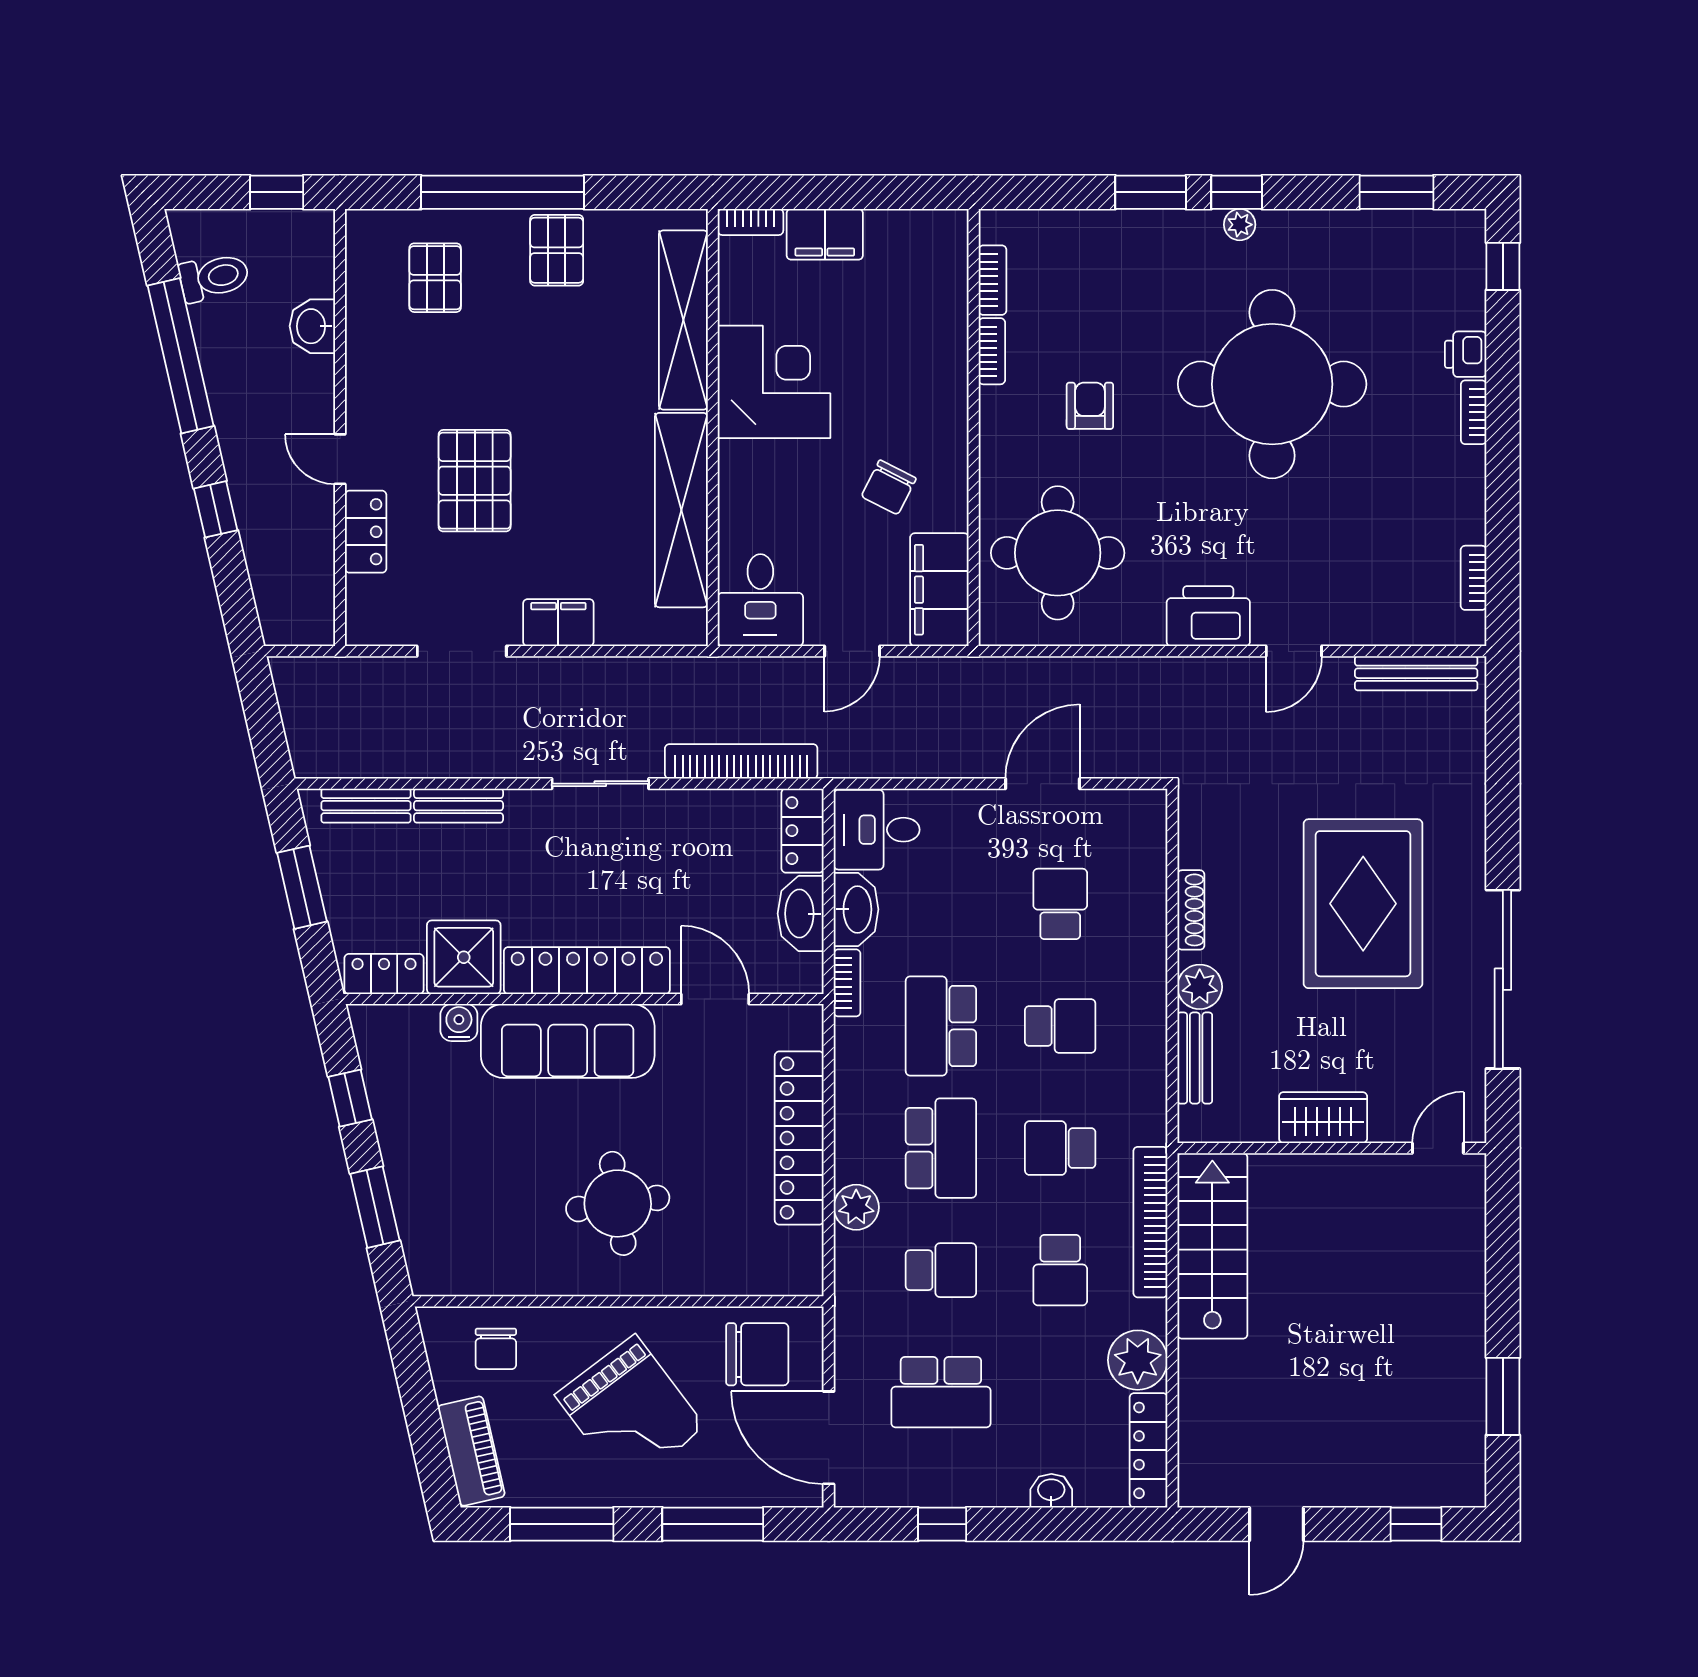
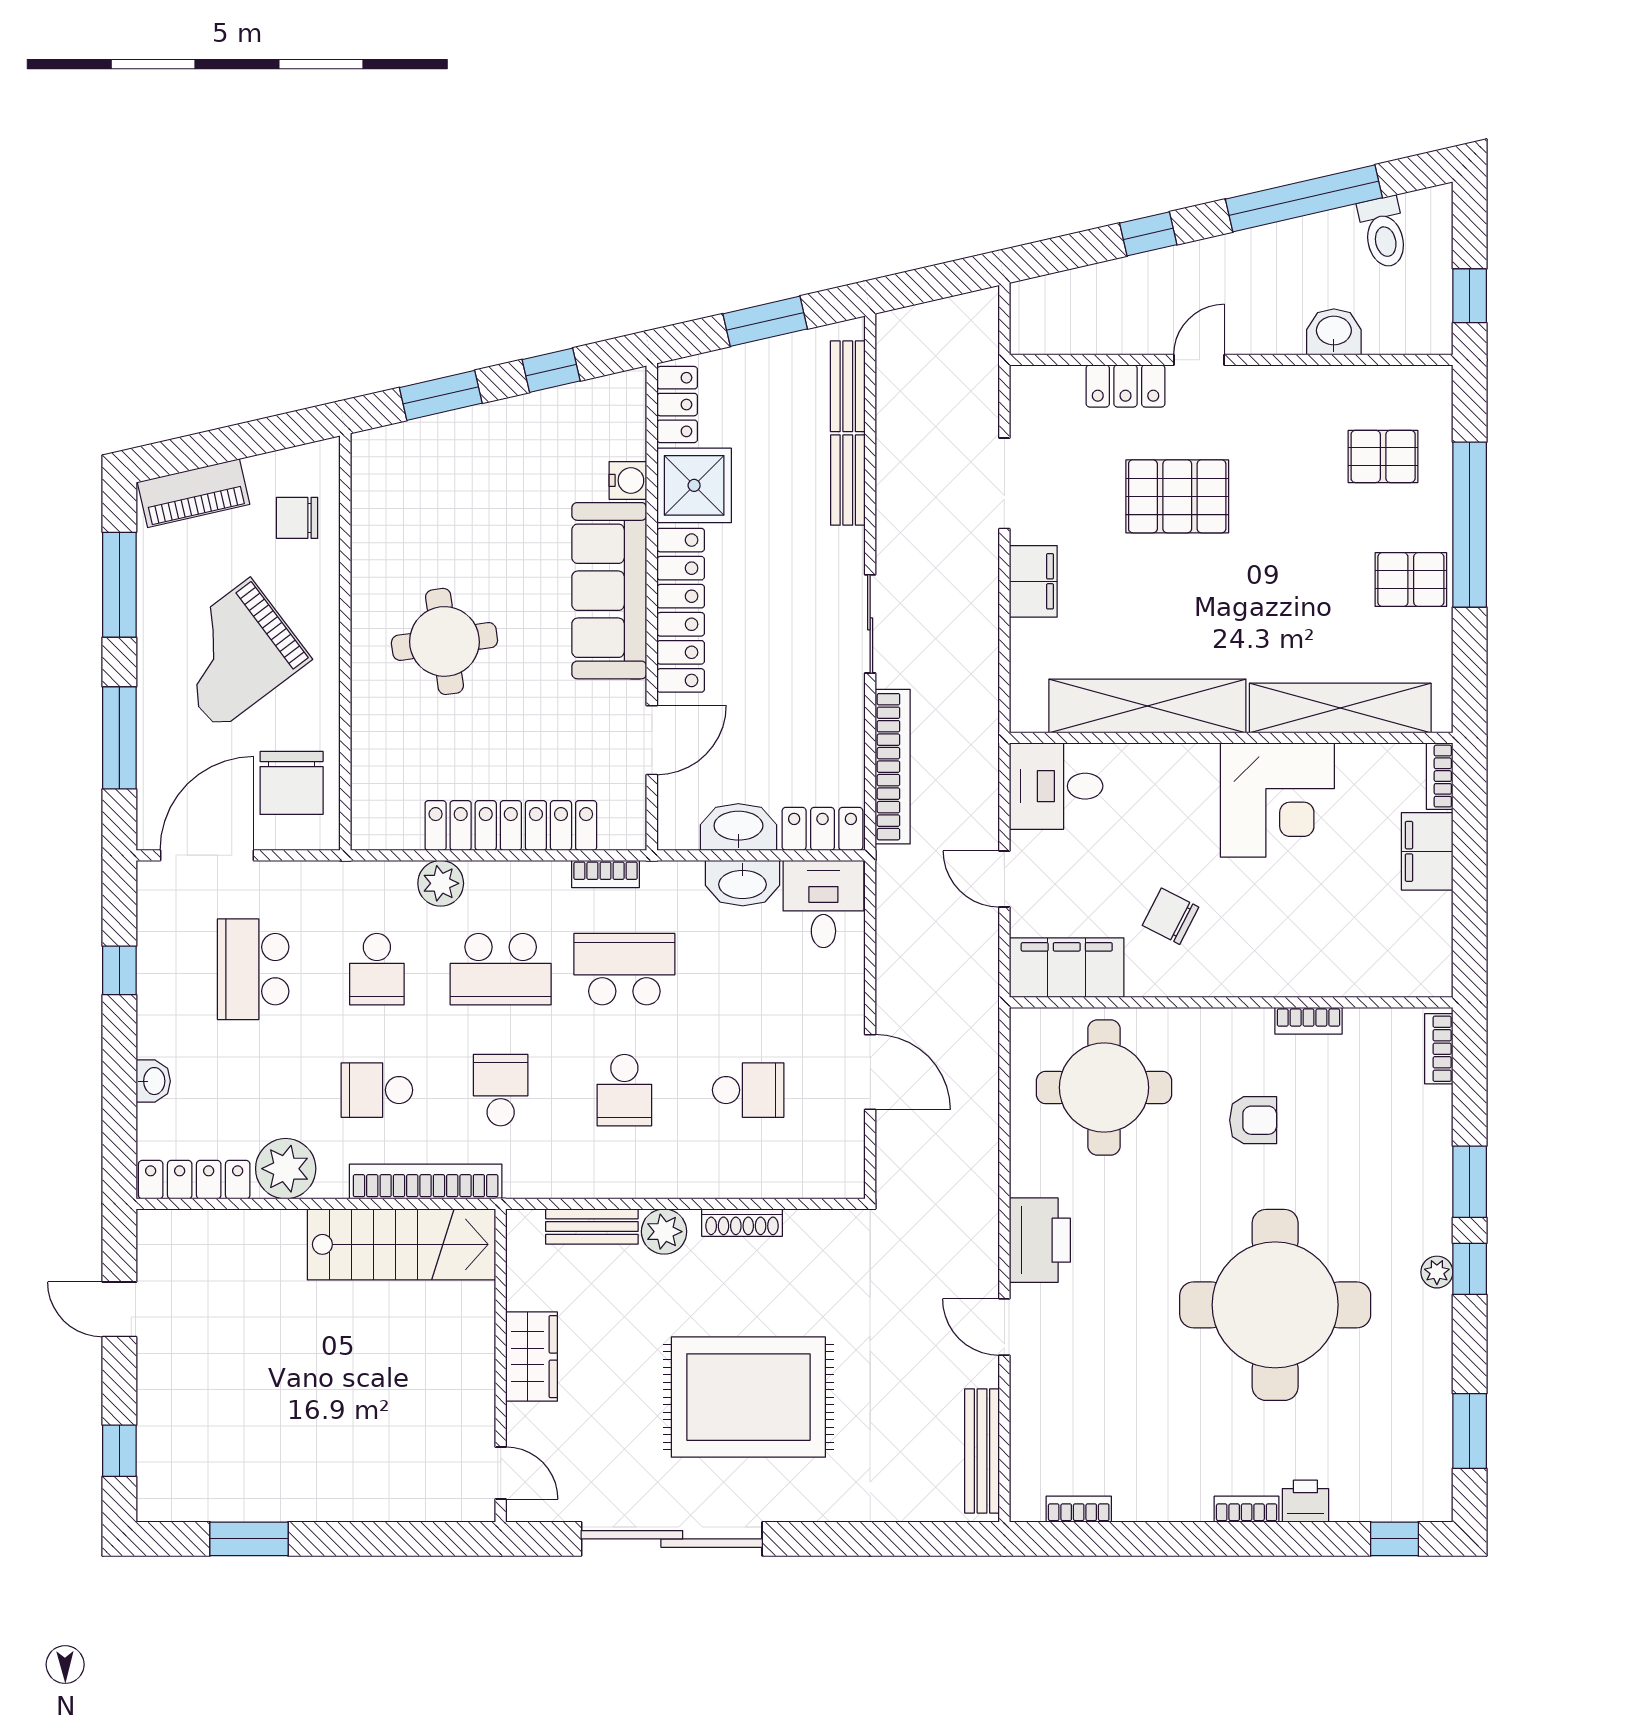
bookcase: (993, 280) -> (1439, 1049), moved, turned 90
bookcase: (847, 983) -> (606, 874), moved

